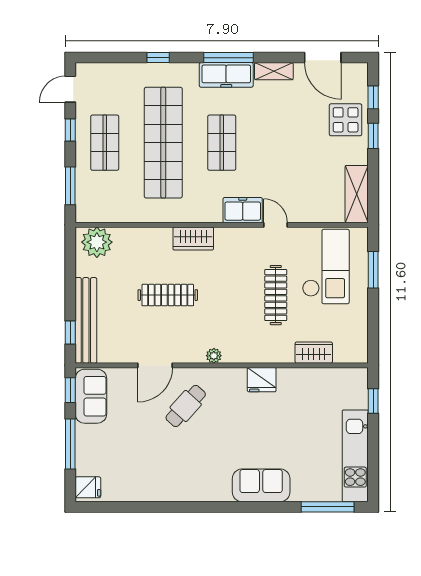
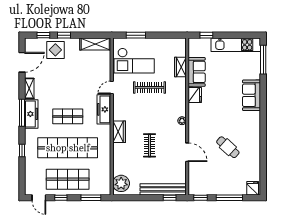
shop shelf: (105, 143) -> (68, 179), width x1.43, depth x1.36
freezer: (243, 210) -> (104, 109), width x1.40
checkout: (326, 267) -> (134, 61), turned 180
clothes rail: (168, 295) -> (149, 145), width x0.73
sofa: (91, 396) -> (197, 72), moved, turned 90
cafe table: (186, 406) -> (228, 147), moved

